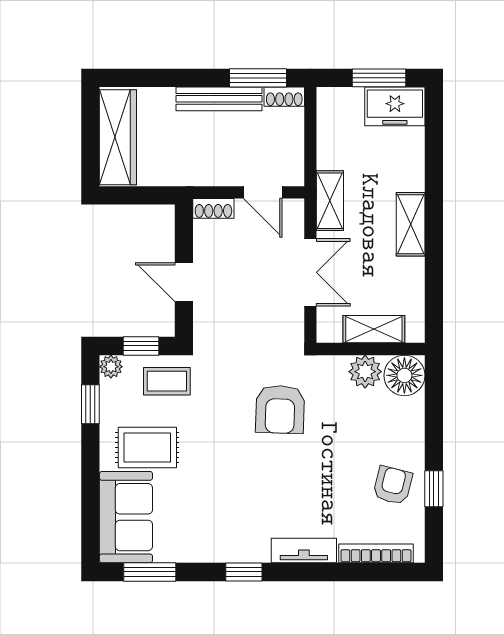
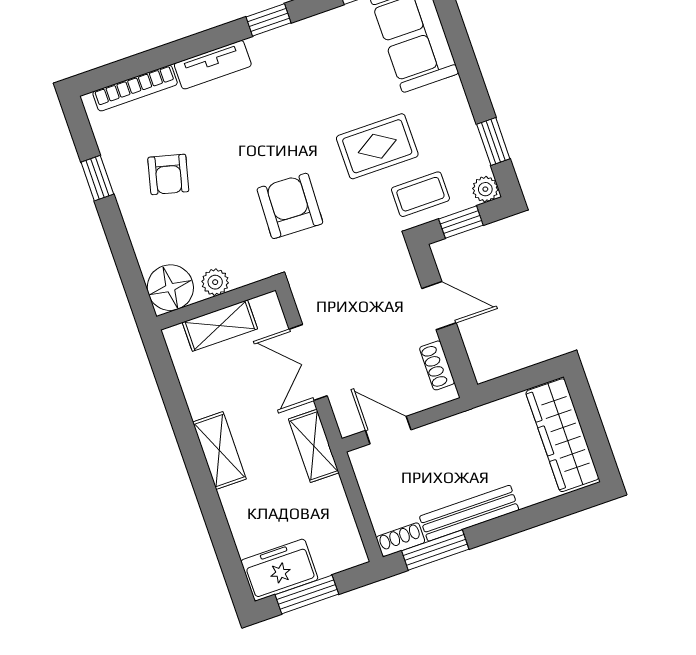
shoe rack: (213, 208) -> (437, 365), moved, turned -90
plant: (365, 372) -> (215, 282), width x0.73, depth x0.73
rug: (147, 447) -> (377, 146), moved
armchair: (393, 485) -> (168, 174), moved

